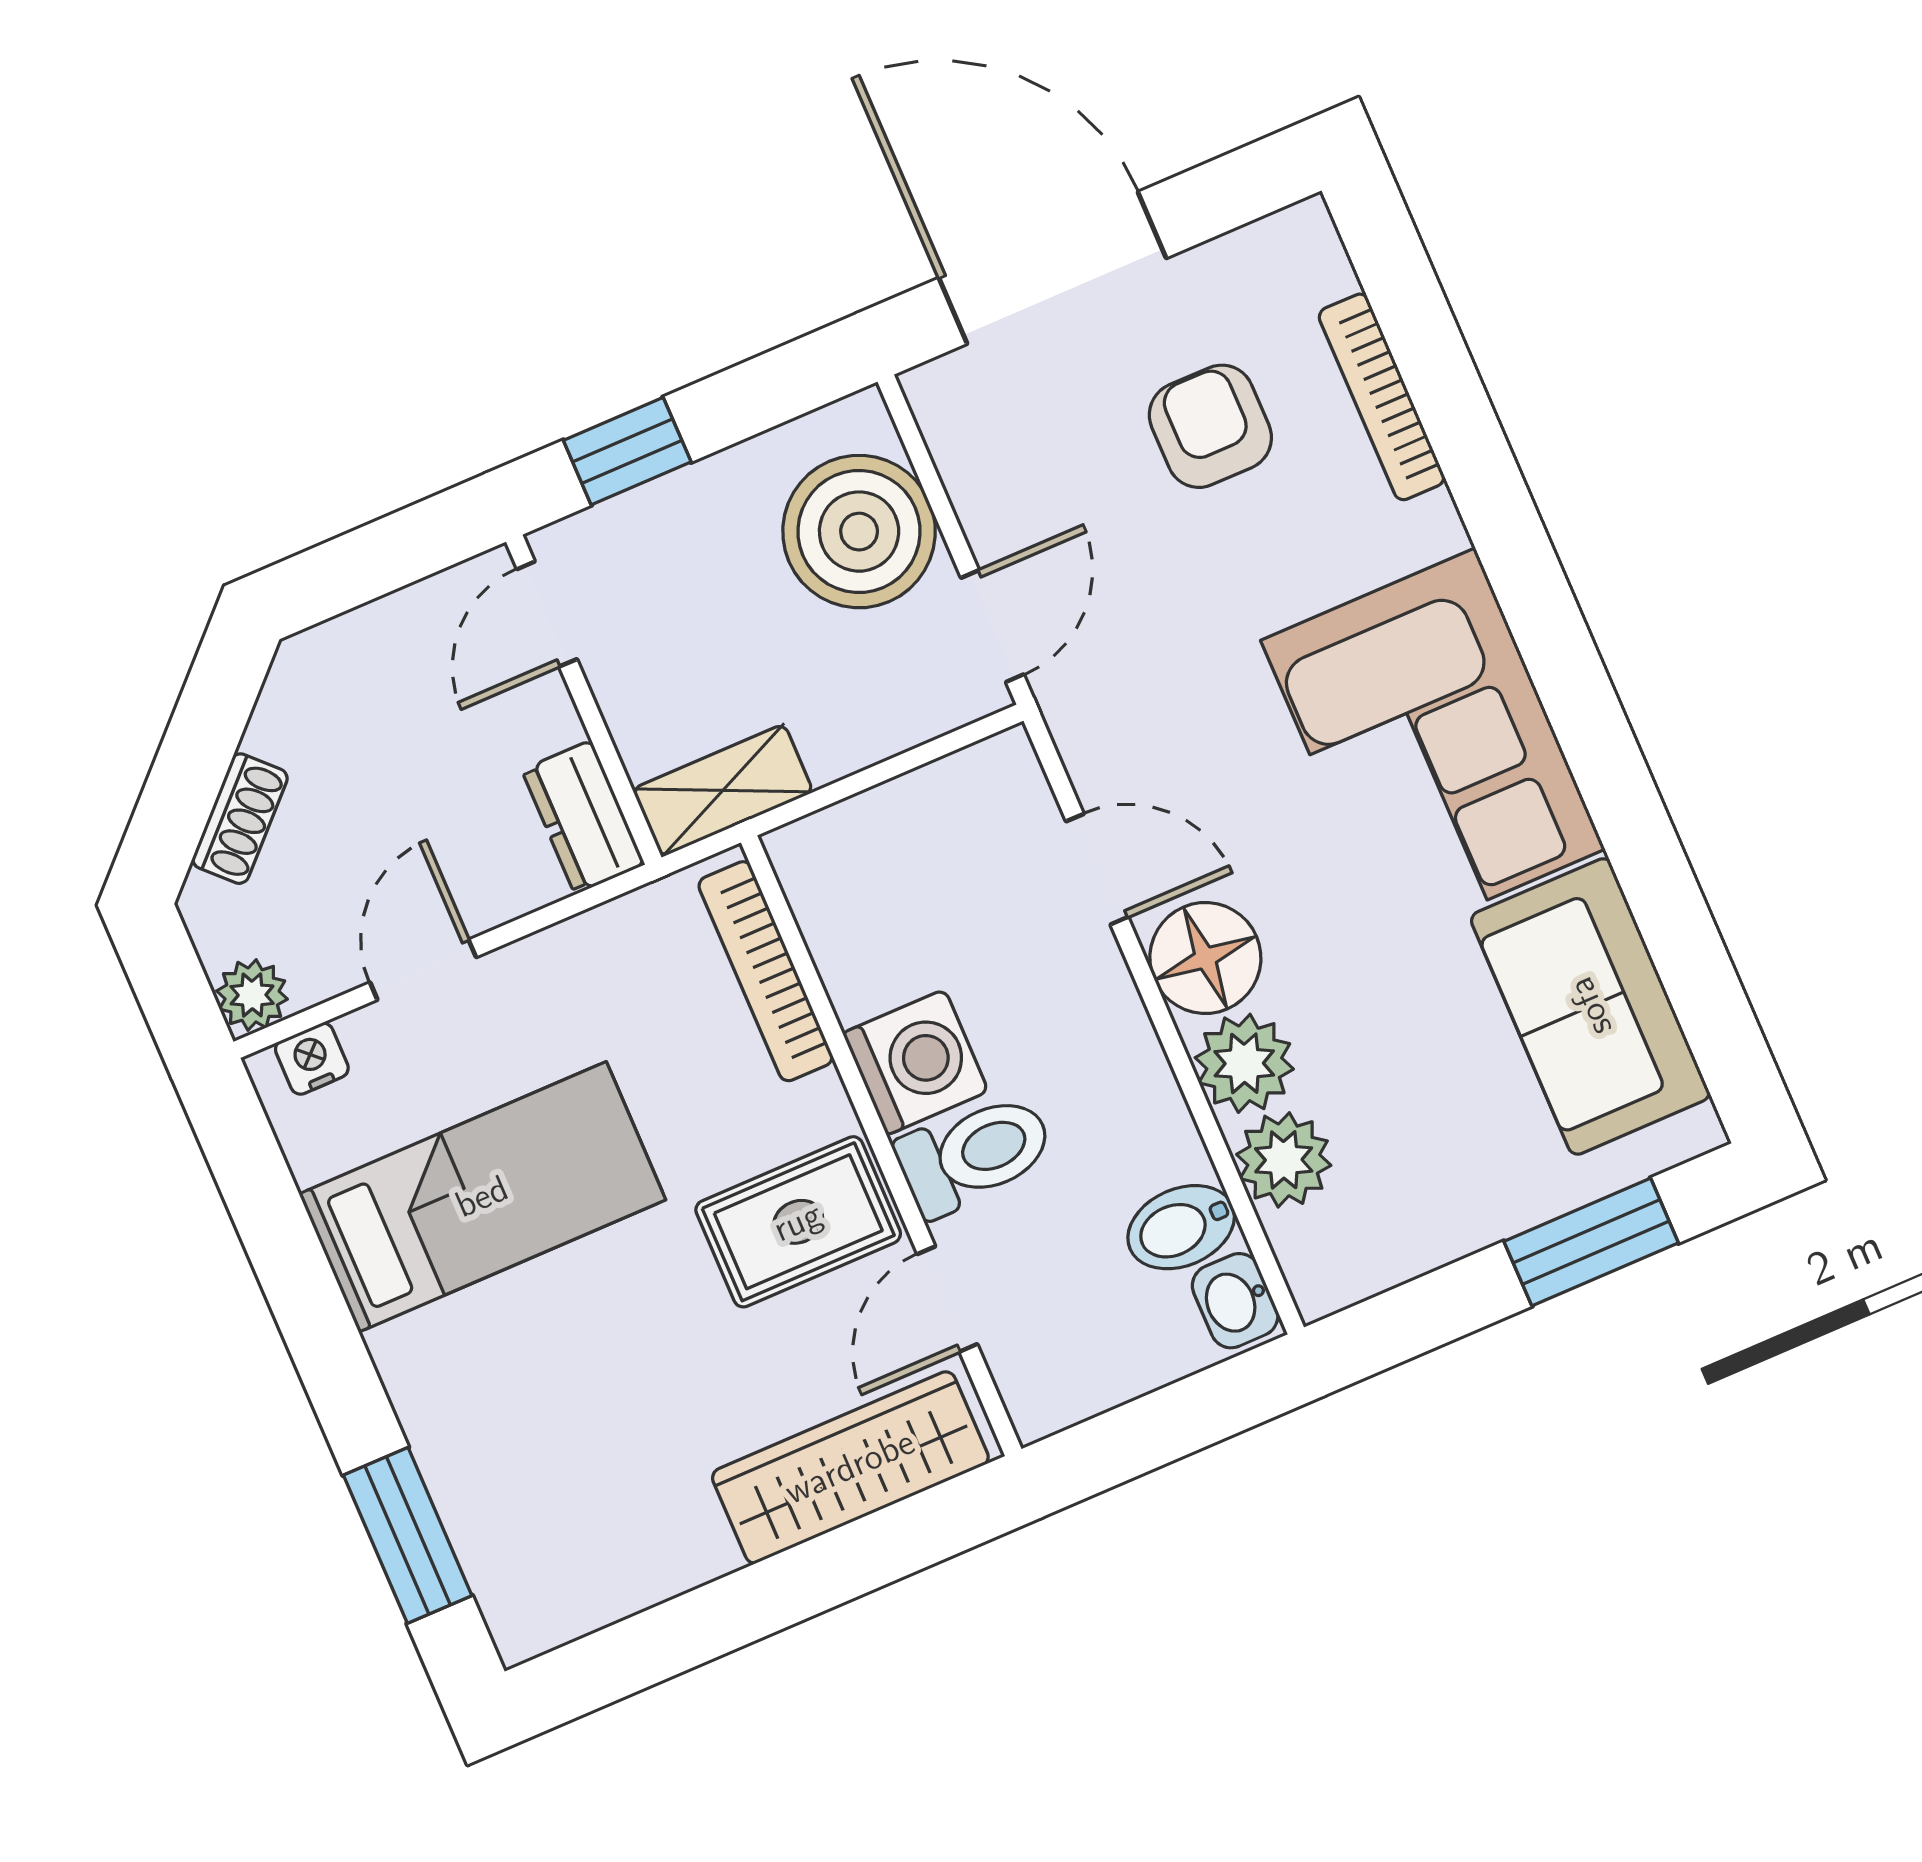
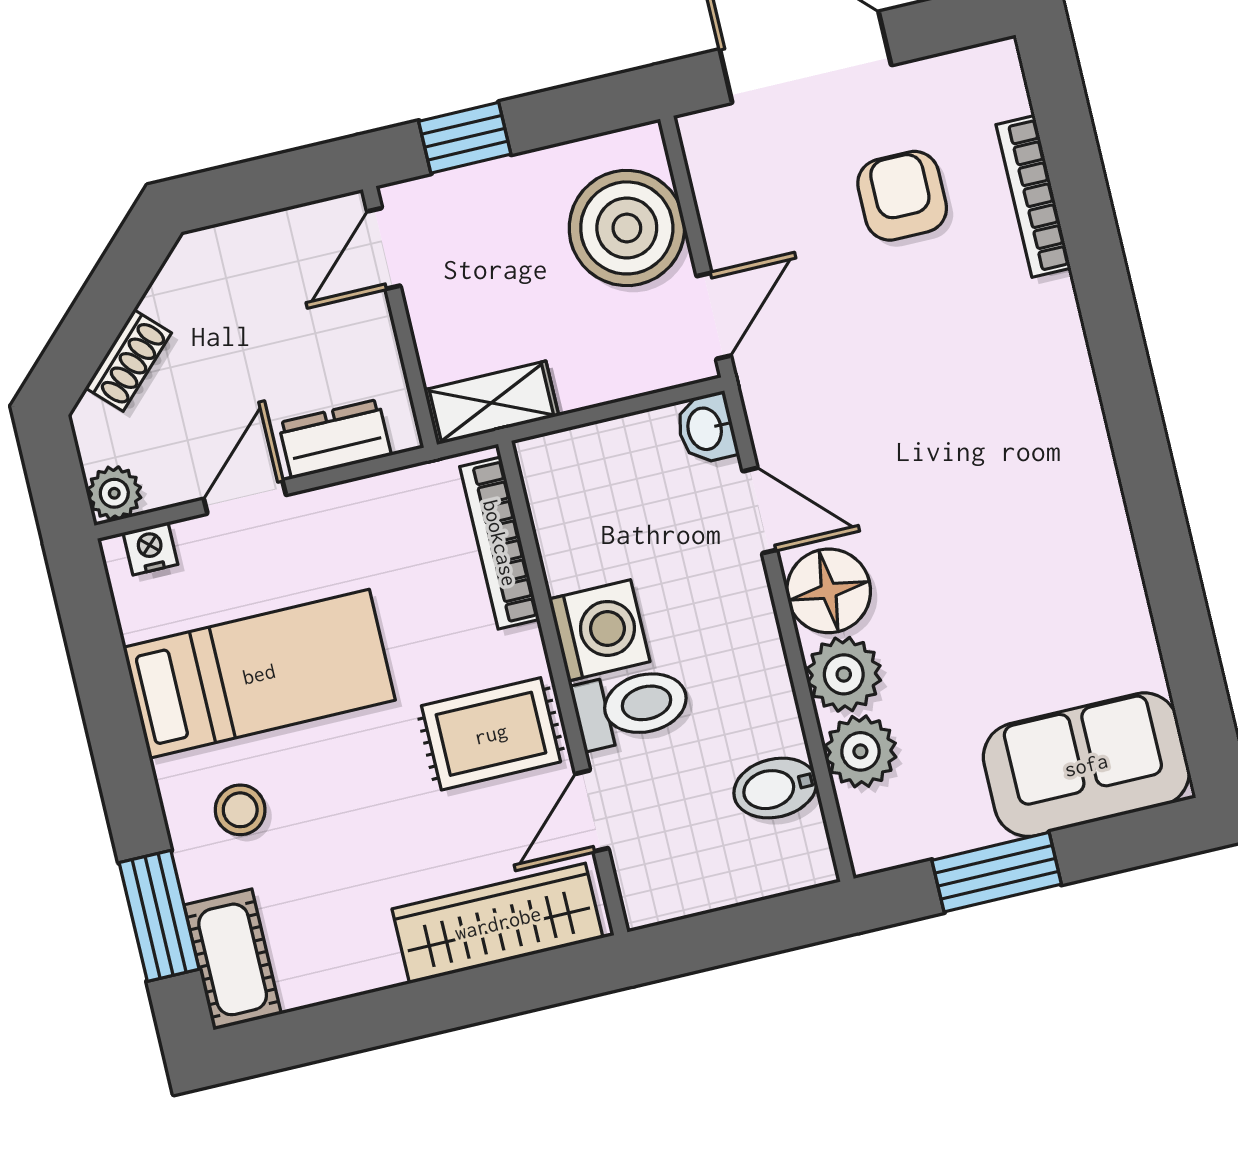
corner sofa: (1433, 745) -> (1026, 462), removed
dresser: (583, 817) -> (335, 439), moved, turned 90
sofa: (1590, 1006) -> (1086, 765), moved, turned 90
window: (1591, 1242) -> (997, 872), moved
washbasin: (1235, 1301) -> (706, 428), moved
stool: (489, 1379) -> (240, 810), added
cot: (513, 1575) -> (233, 959), added

